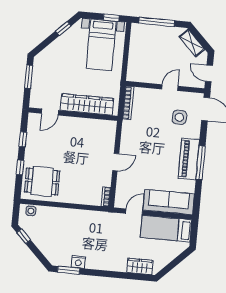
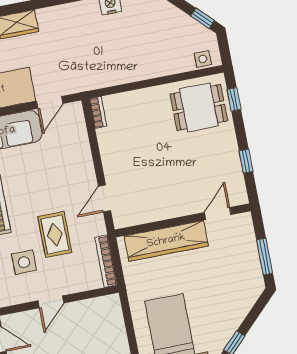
rug: (155, 129) -> (55, 235), added
door: (116, 162) -> (104, 198), moved
window: (20, 167) -> (234, 99), moved

